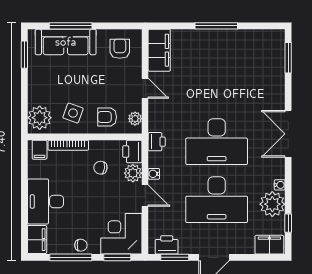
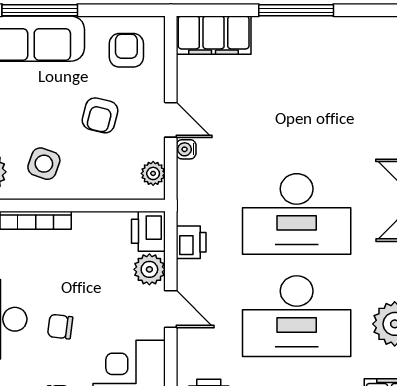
filing cabinet: (159, 50) -> (214, 35), moved, turned 90
armchair: (107, 117) -> (100, 115), moved, turned -76
printer: (157, 142) -> (191, 242), moved
chair: (100, 168) -> (60, 327), moved
water cooler: (154, 174) -> (186, 149), moved

